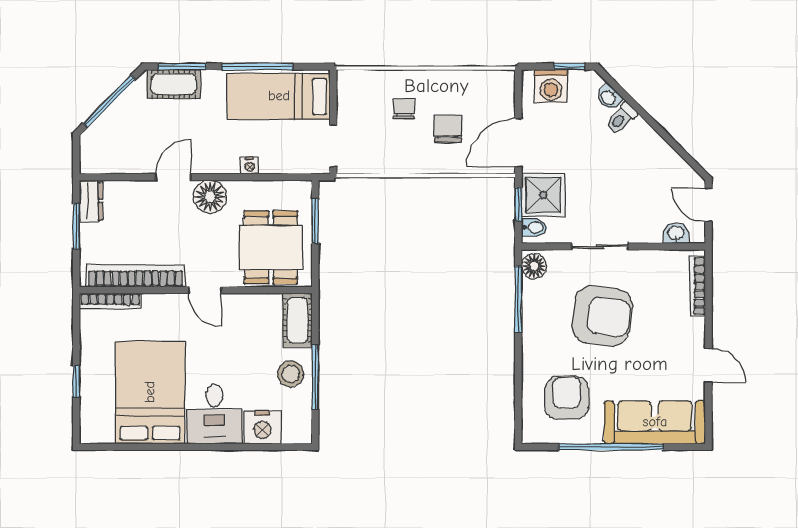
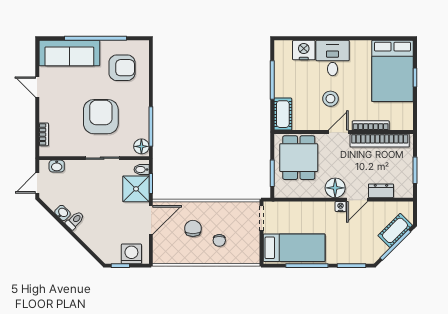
cot: (174, 84) -> (395, 230), moved, turned -45
washbasin: (609, 97) -> (63, 213), moved
toilet: (621, 118) -> (75, 220), moved
chair: (448, 129) -> (193, 228), turned 180
nightstand: (250, 166) -> (341, 206), moved
dresser: (91, 201) -> (381, 191), moved, turned 90
door: (709, 205) -> (37, 183), swing flipped
bookcase: (698, 286) -> (44, 134), width x0.64
door: (205, 290) -> (338, 132), hinge flipped
bookcase: (110, 301) -> (371, 125), moved
armchair: (602, 316) -> (101, 117), turned 82
stool: (291, 374) -> (330, 99), moved
bed: (150, 392) -> (392, 71), moved
armchair: (567, 398) -> (122, 68), turned -90

